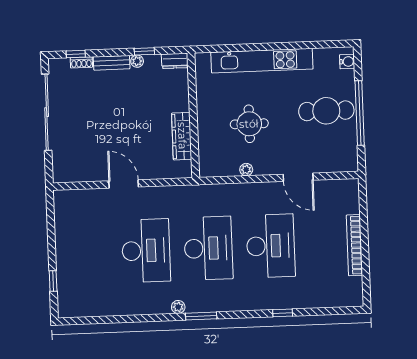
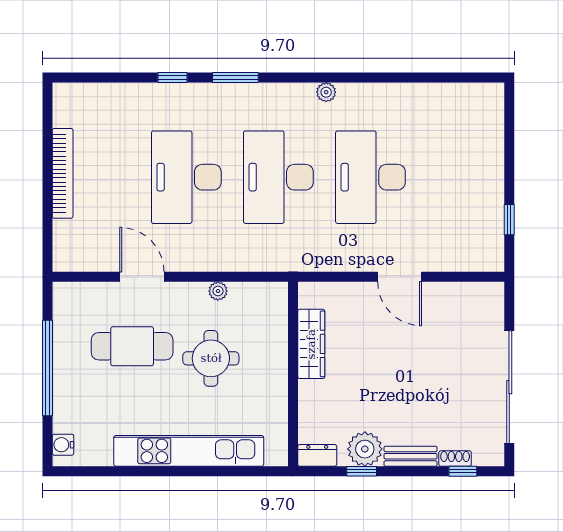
plant: (137, 61) -> (365, 449), width x1.88, depth x1.88
cafe table: (326, 111) -> (132, 346), moved
window: (53, 281) -> (509, 220), moved
window: (201, 316) -> (235, 78), moved

